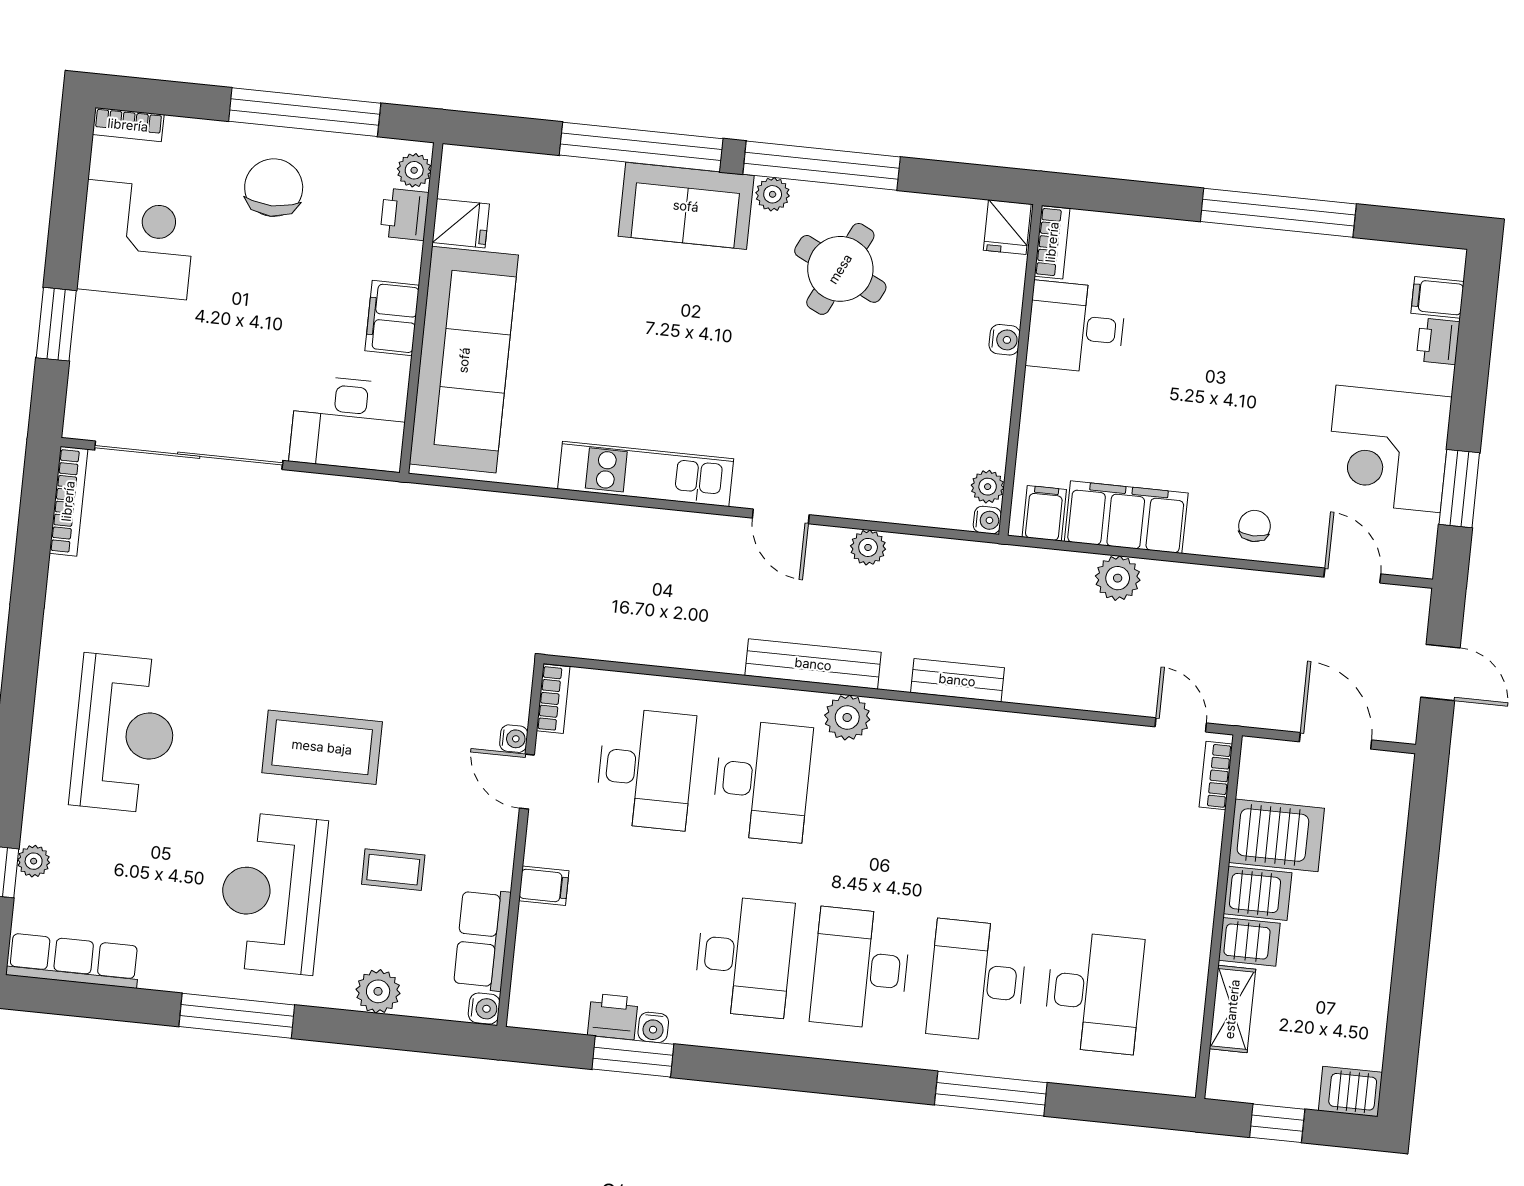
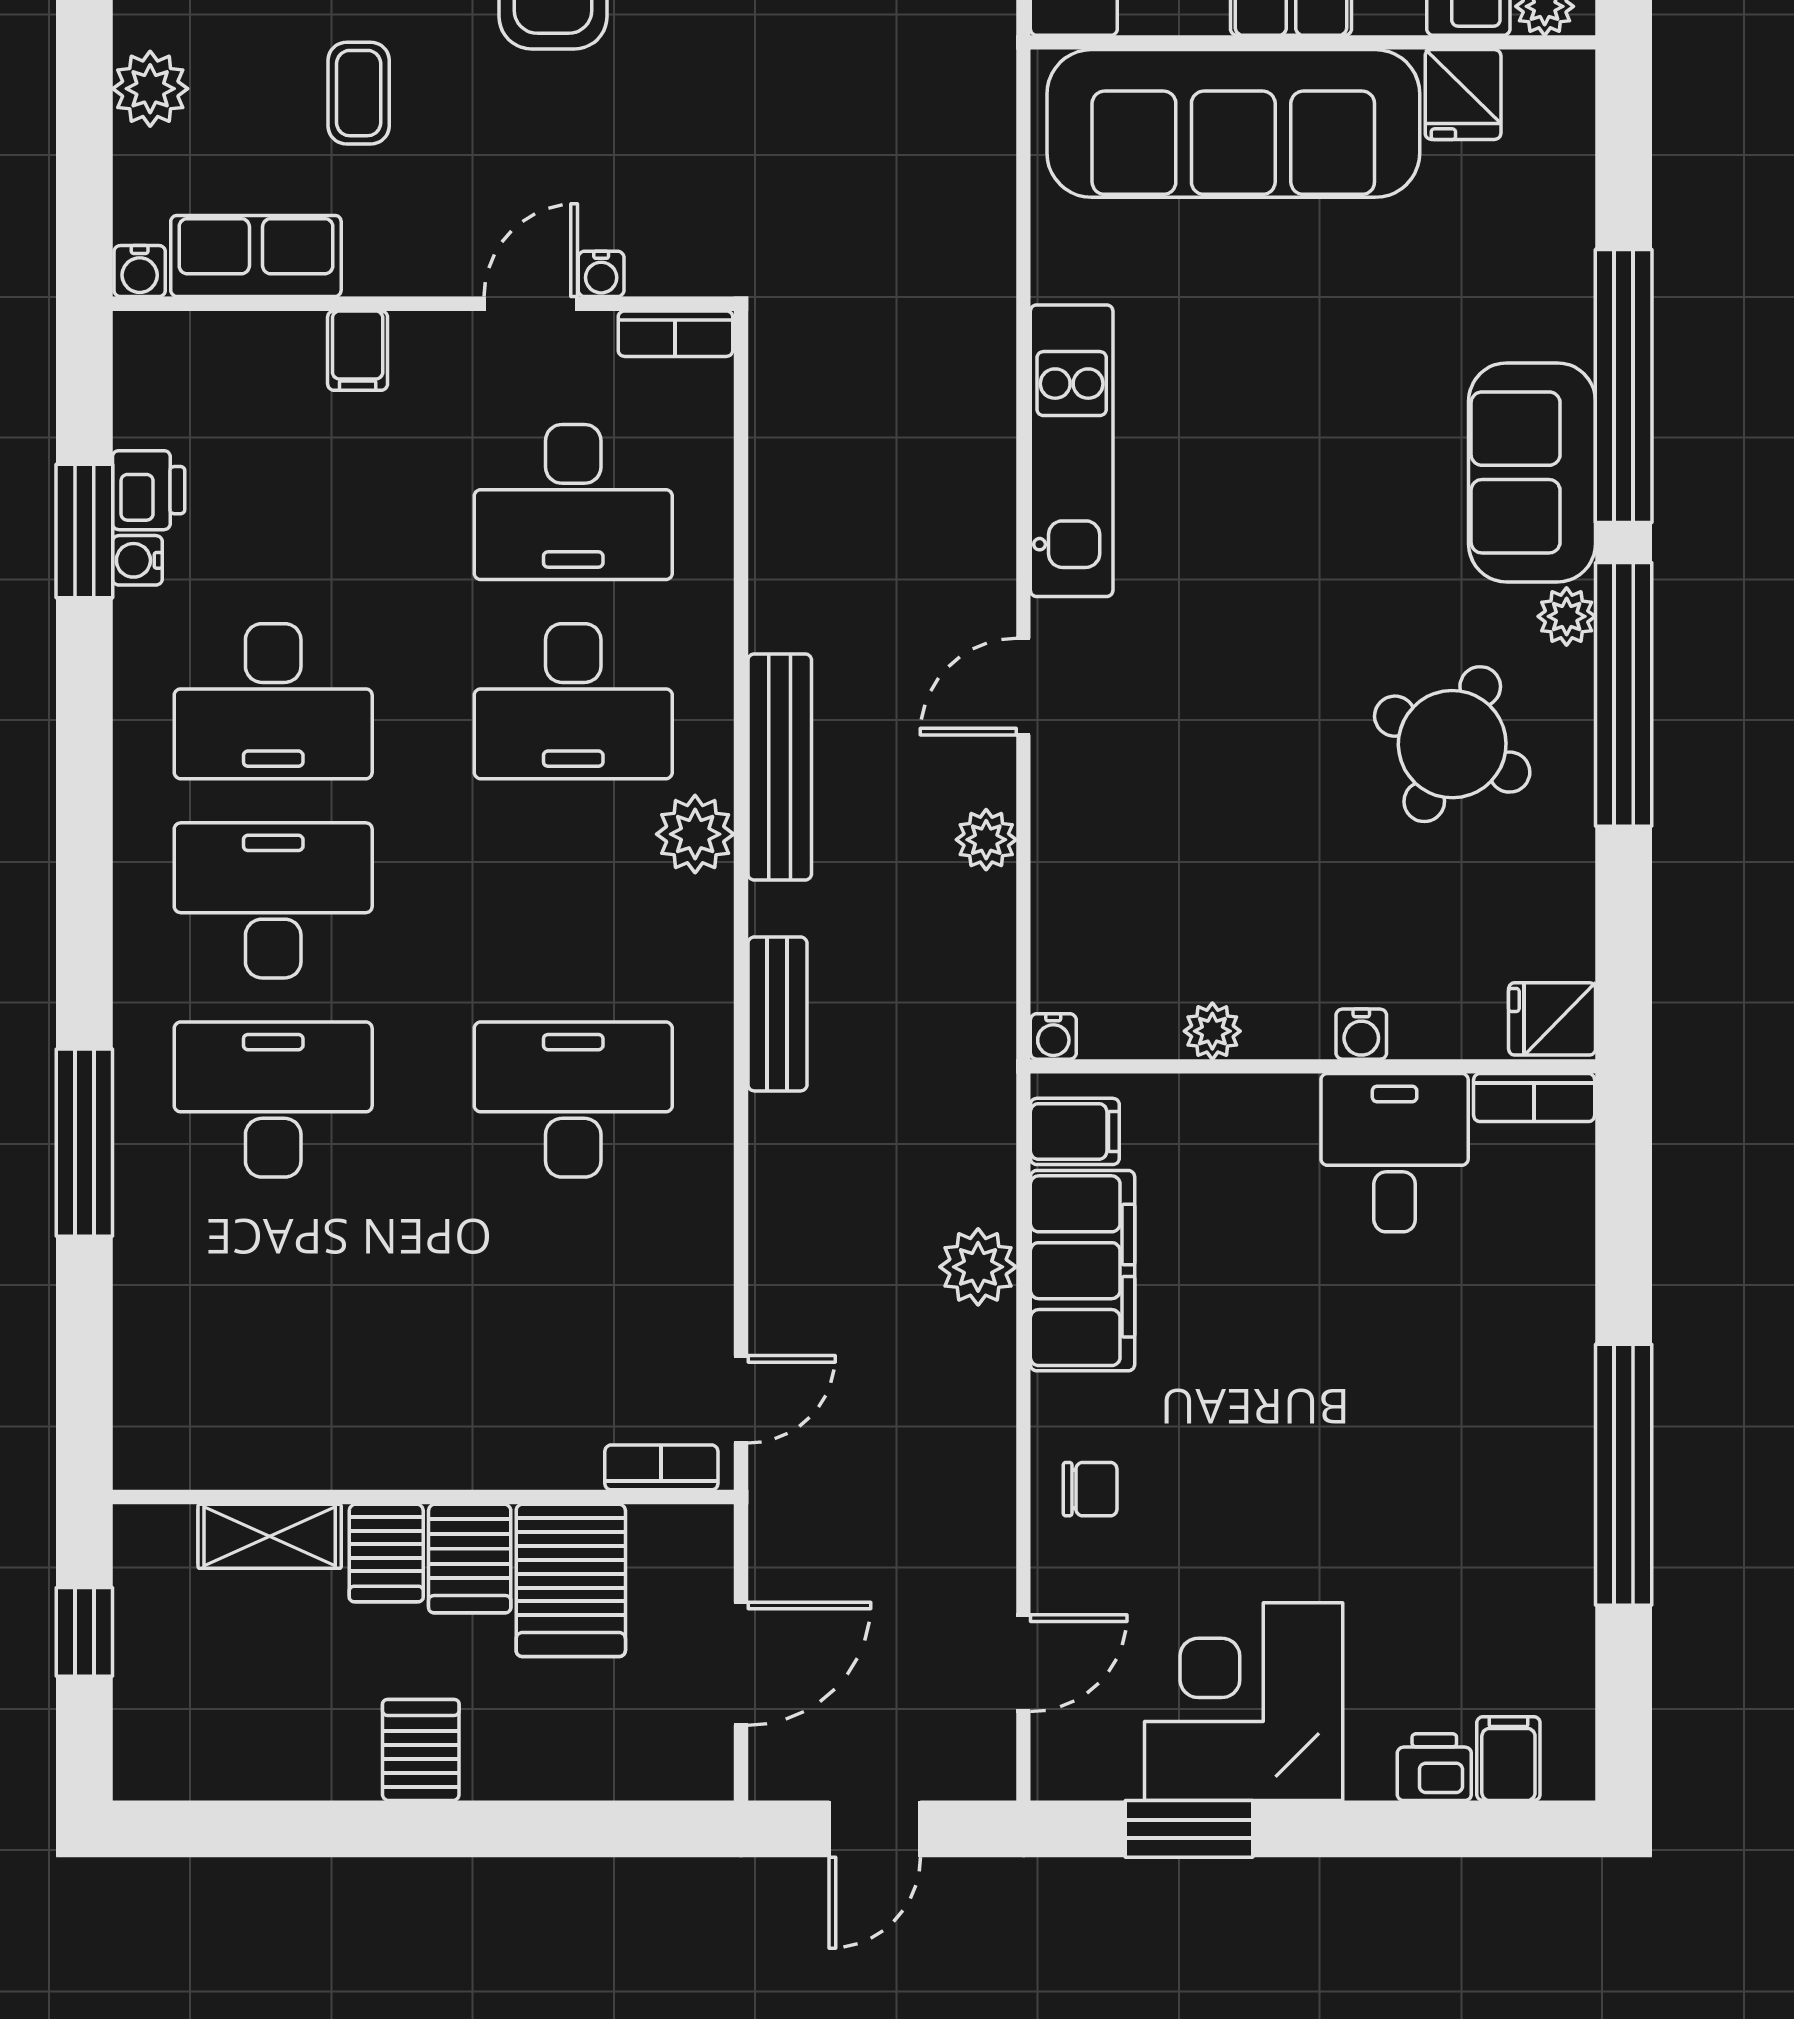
plant: (988, 487) -> (1212, 1031), moved
desk: (1094, 993) -> (573, 1100), moved, turned 180
server rack: (1350, 1092) -> (421, 1750), moved

